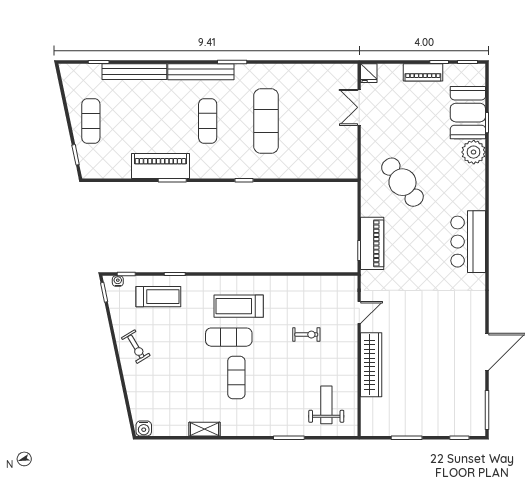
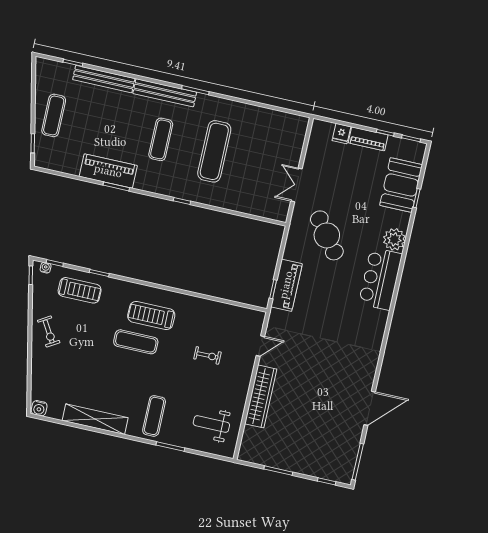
fridge: (369, 73) -> (341, 134), moved
double door: (359, 107) -> (296, 185), moved
plant: (474, 152) -> (394, 239), moved
bar counter: (468, 242) -> (380, 279), moved
exercise mat: (236, 378) -> (154, 416), moved
weight bench: (326, 405) -> (211, 424), turned -90
shelving: (204, 429) -> (95, 419), width x2.20, depth x1.33

